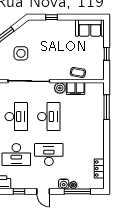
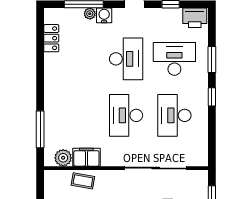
plant: (60, 88) -> (63, 158), moved
desk: (49, 155) -> (126, 59), turned -90

